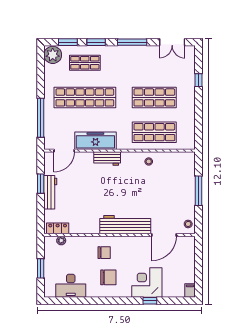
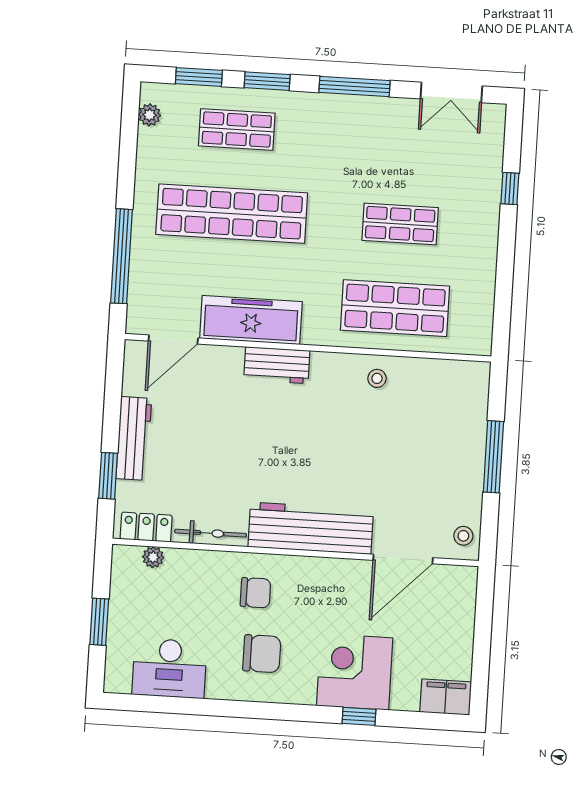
plant: (53, 55) -> (150, 115), width x0.53, depth x0.53
shop shelf: (154, 97) -> (400, 224), width x0.70, depth x0.74
window: (41, 184) -> (108, 476), moved
bicycle: (84, 229) -> (211, 533), added
filing cabinet: (190, 291) -> (446, 697), width x2.00

